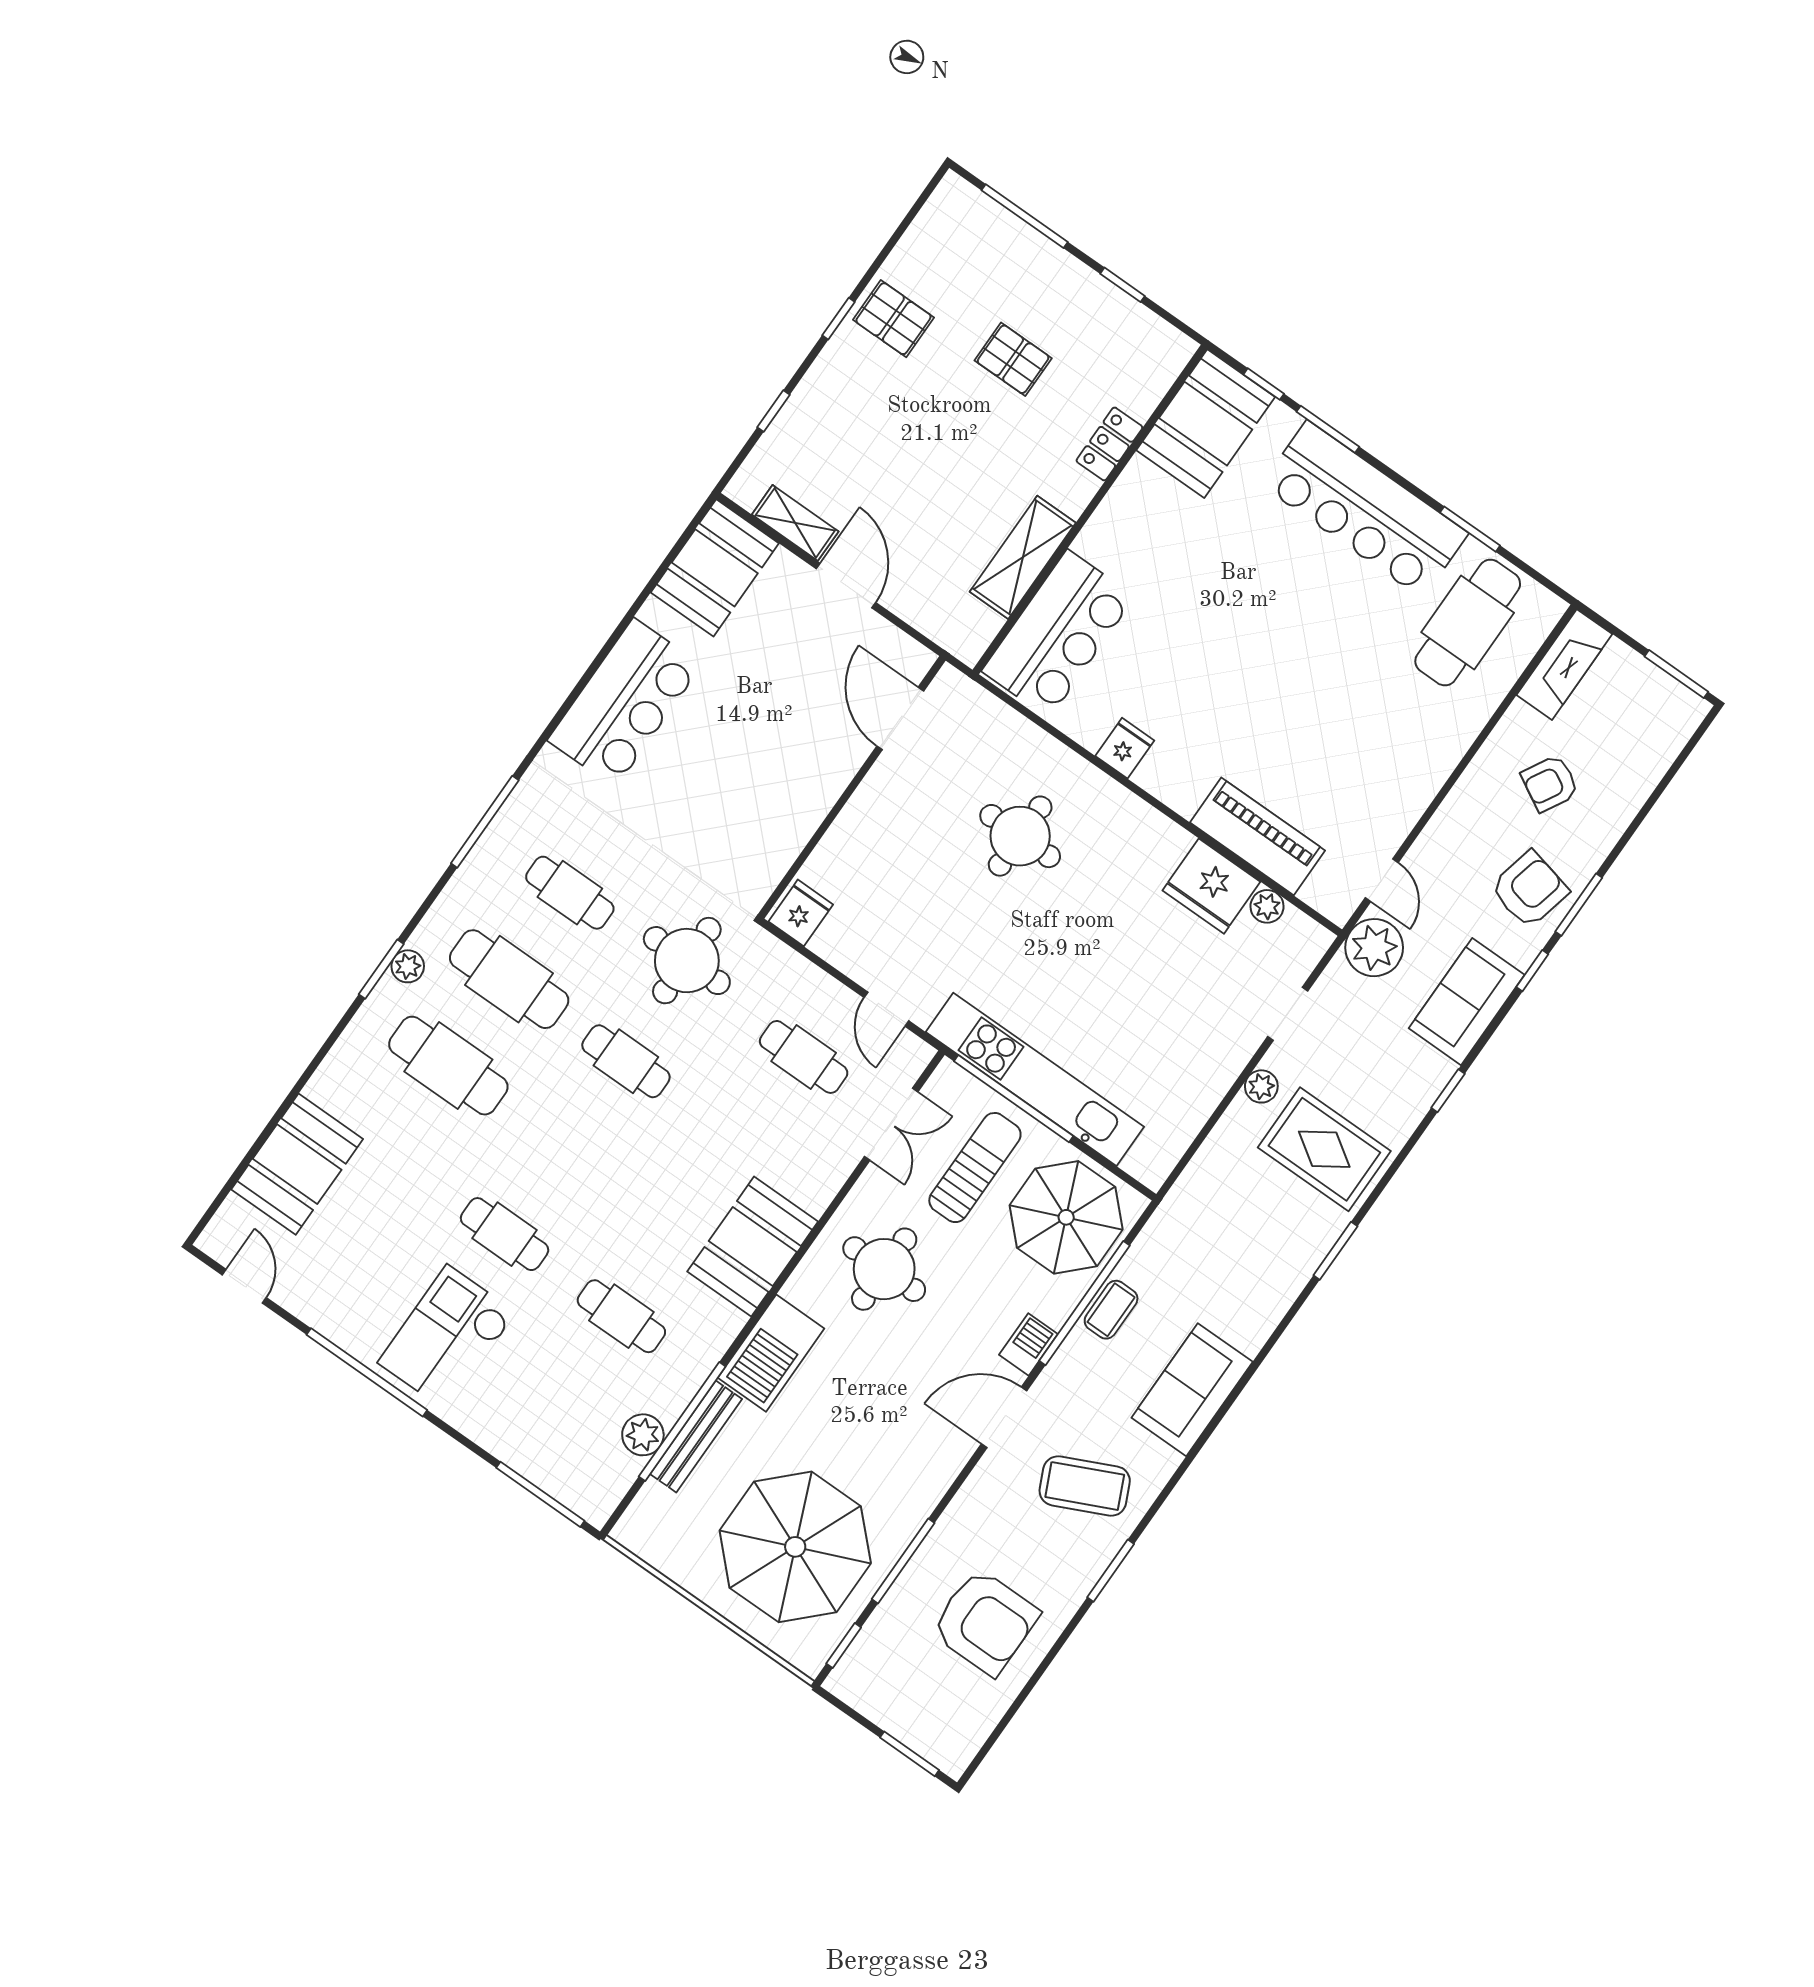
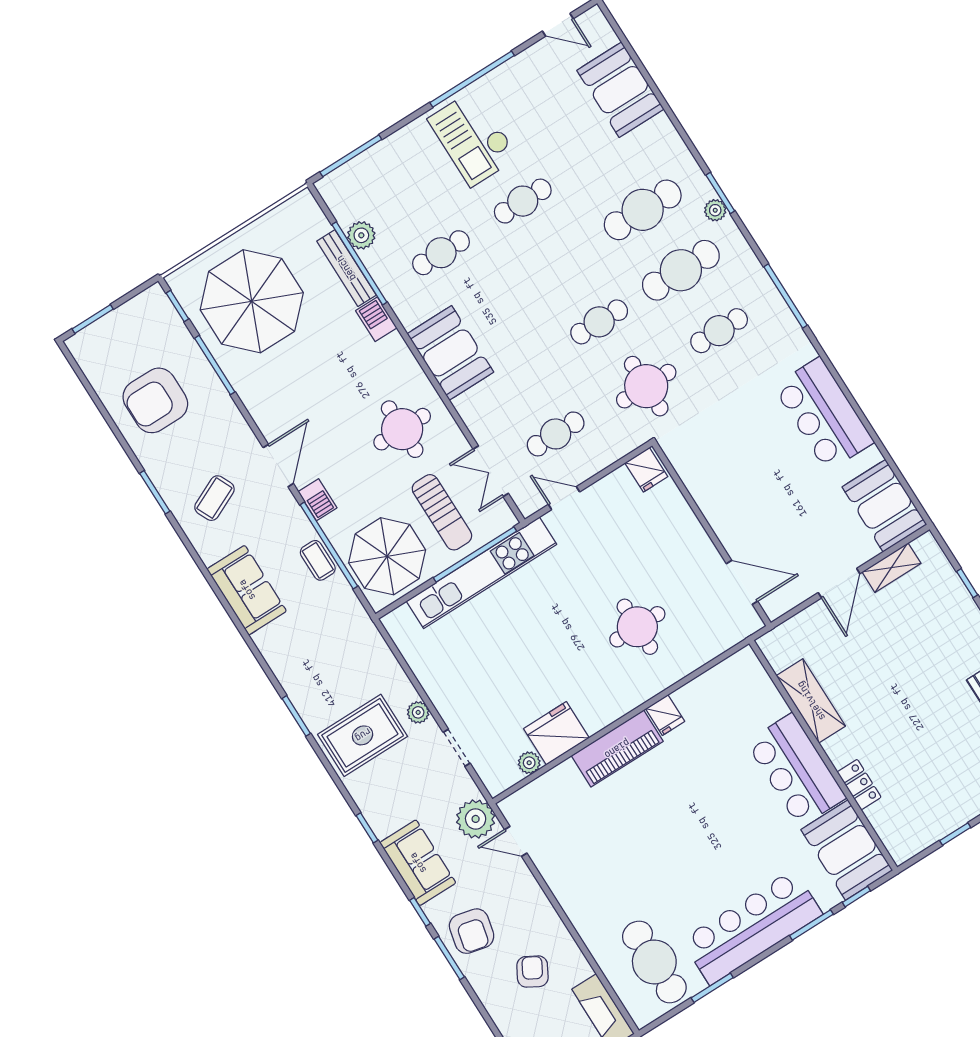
pallet: (1013, 359) -> (937, 746), removed
door: (846, 586) -> (839, 583), hinge flipped
bar counter: (1058, 634) -> (796, 770), moved
piano: (1258, 836) -> (617, 749), moved
checkout: (447, 1338) -> (473, 138), turned 180
barbecue: (771, 1353) -> (376, 319), width x0.53, depth x0.65
coffee table: (1085, 1486) -> (214, 498), width x0.73, depth x0.77

